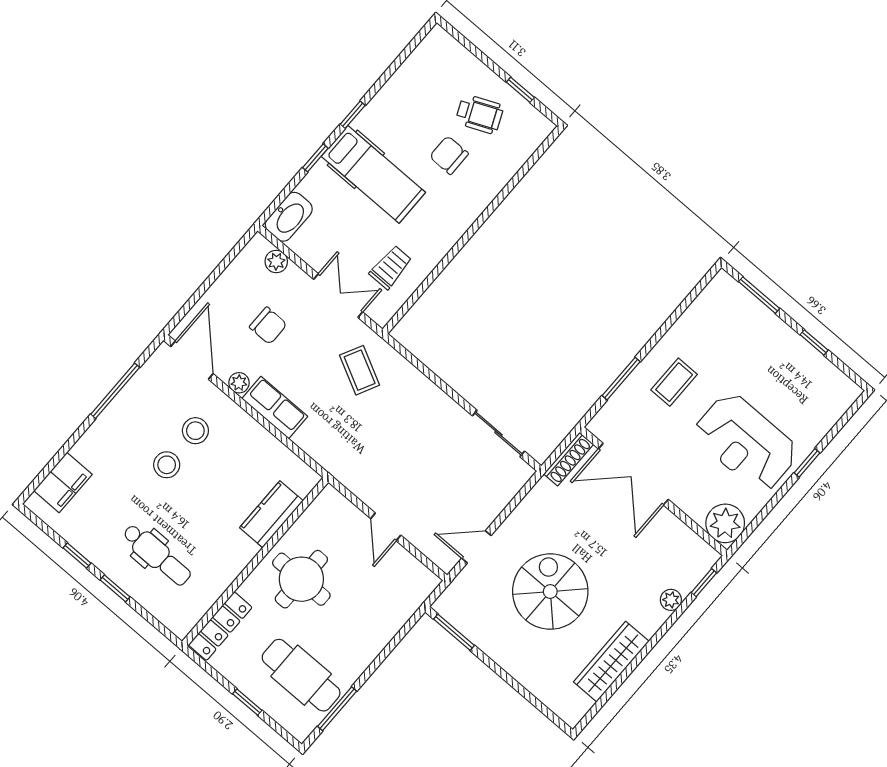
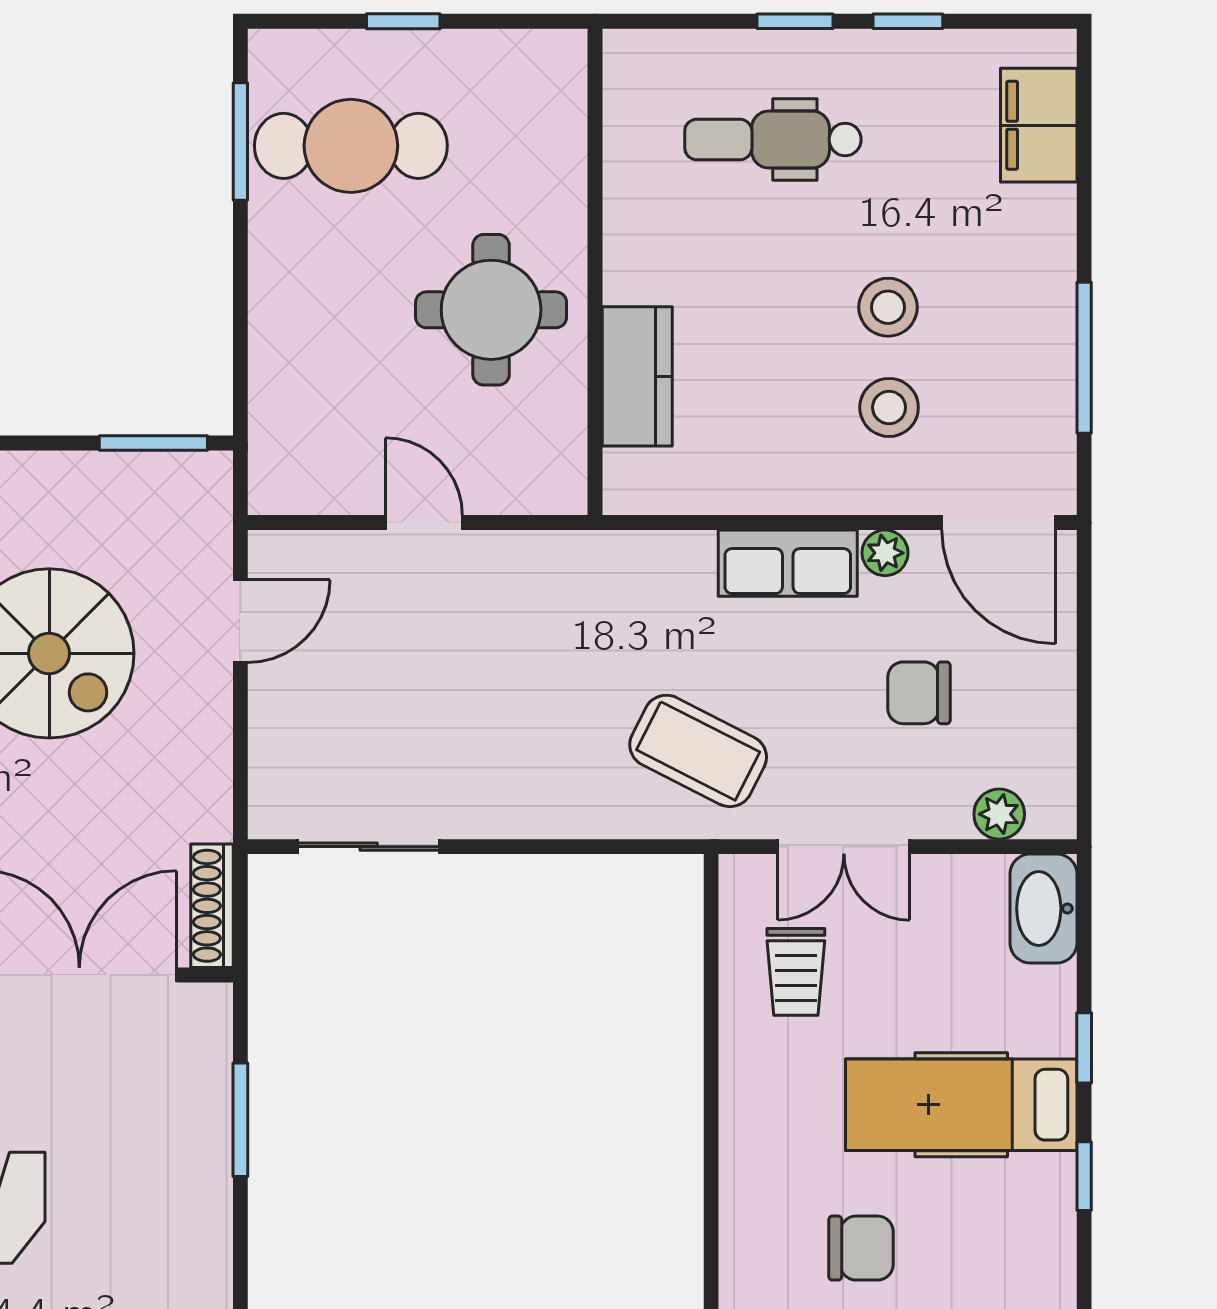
coffee table: (360, 370) -> (698, 751), width x1.36, depth x1.30
coffee table: (674, 382) -> (145, 1191), removed
locker: (220, 626) -> (560, 111), removed

